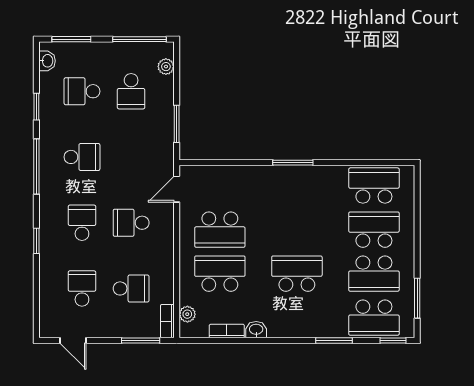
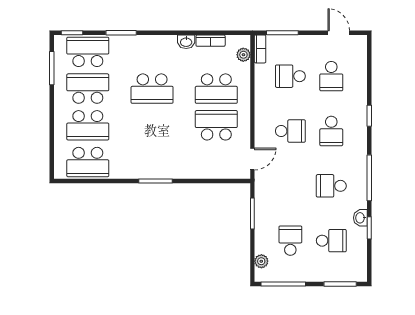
washbasin: (47, 61) -> (360, 218), moved

